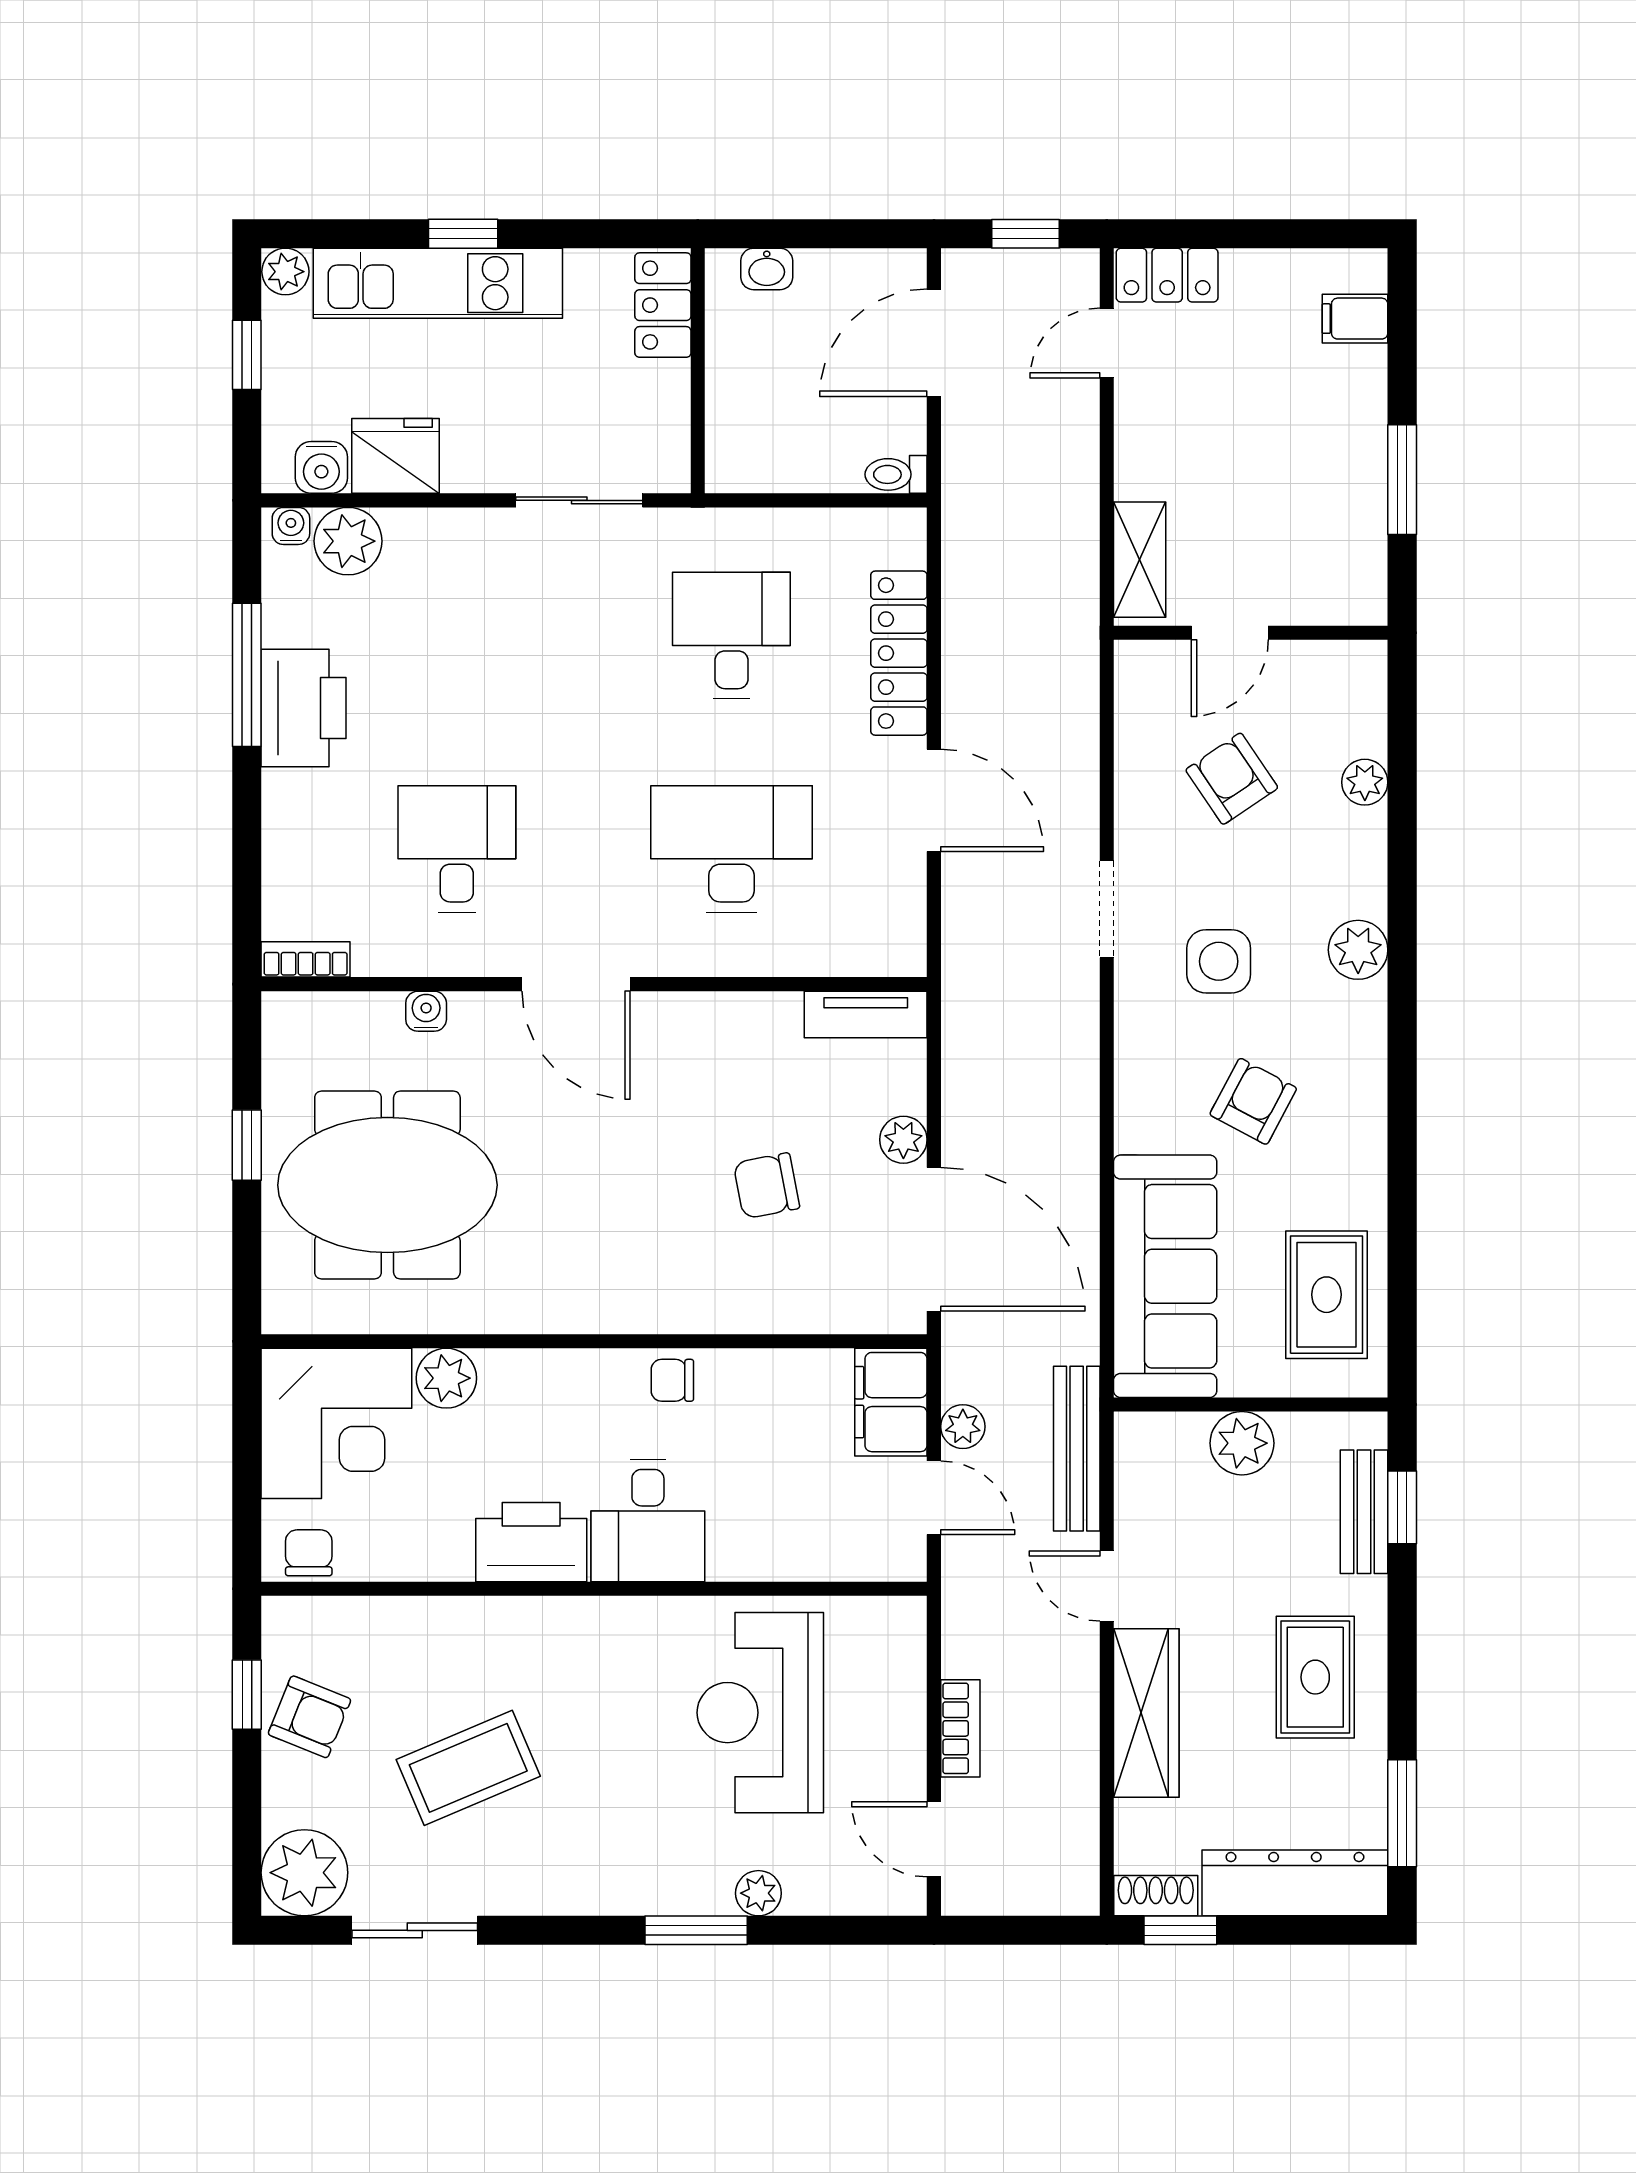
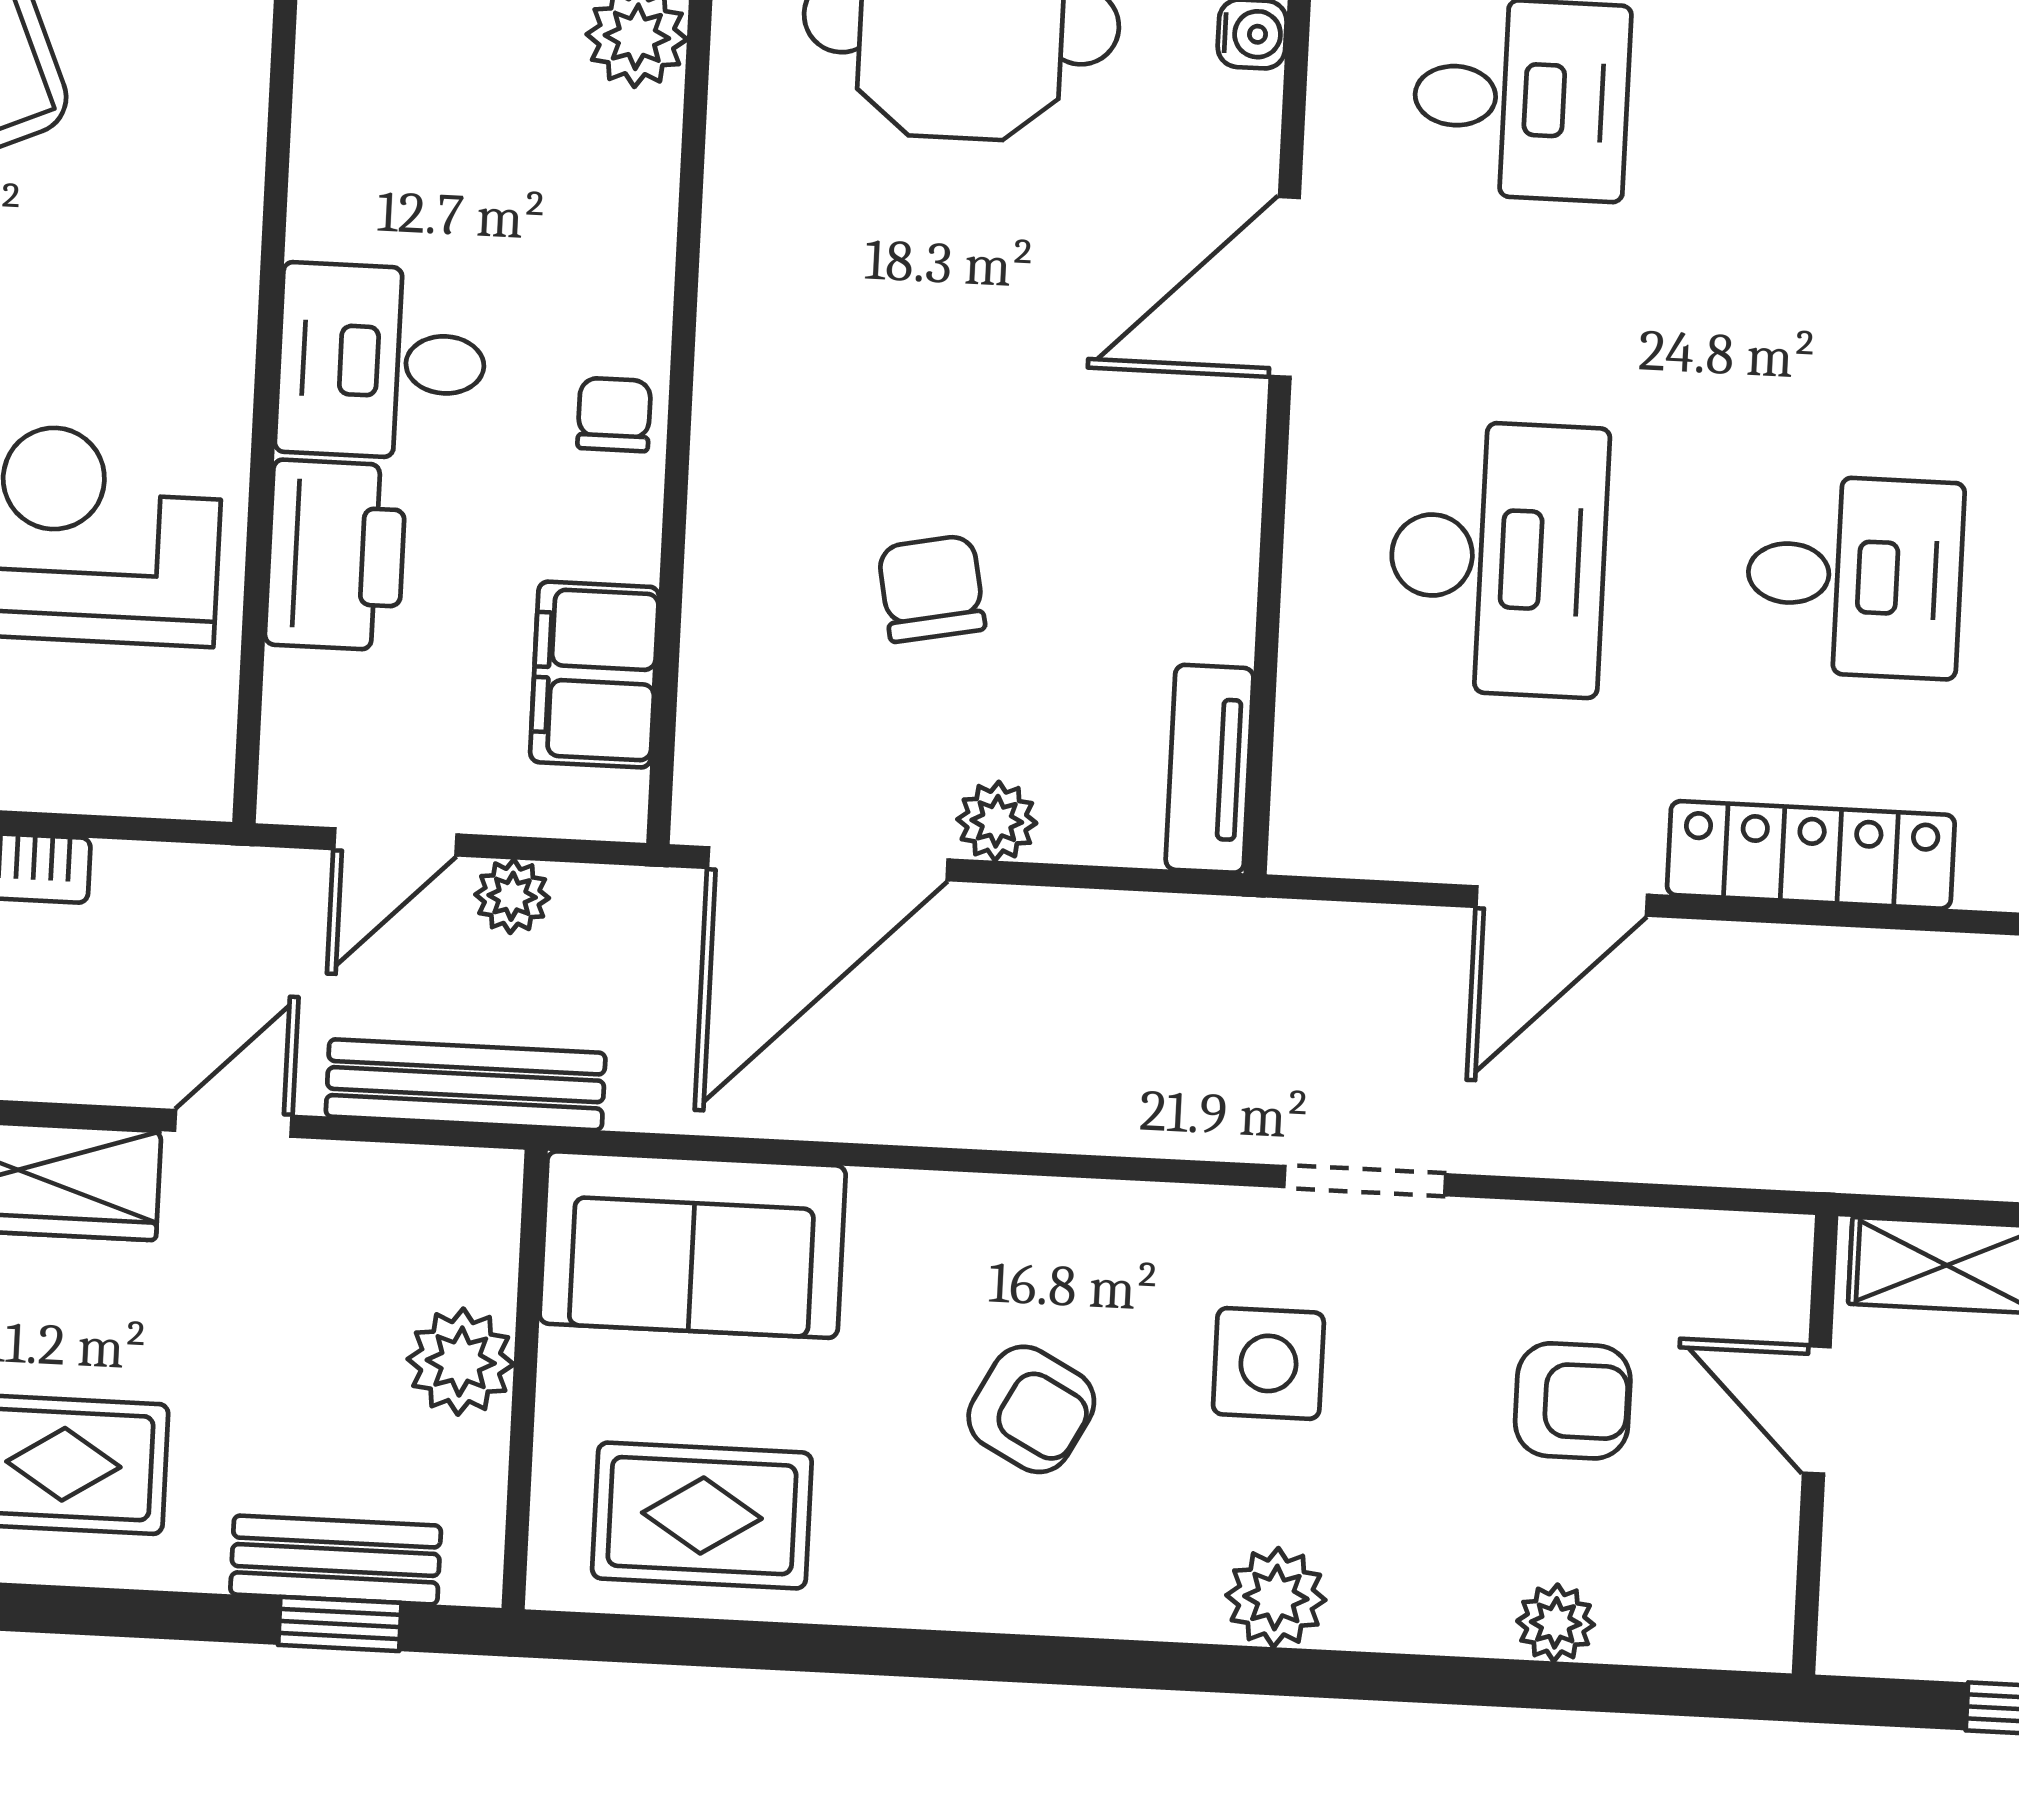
armchair: (1232, 779) -> (1573, 1401), turned 34
sofa: (1165, 1276) -> (693, 1245), width x0.73
filing cabinet: (891, 1402) -> (595, 675), moved, turned -90
printer: (531, 1542) -> (336, 555), moved

